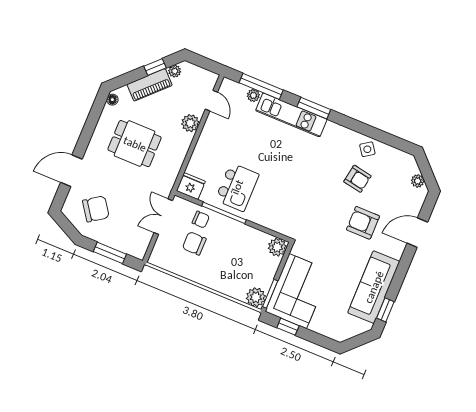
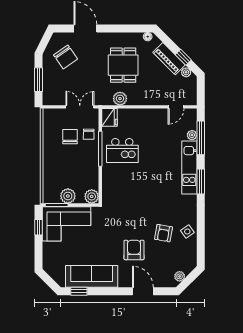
plant: (190, 123) -> (120, 99), moved
plant: (256, 297) -> (68, 196), moved

